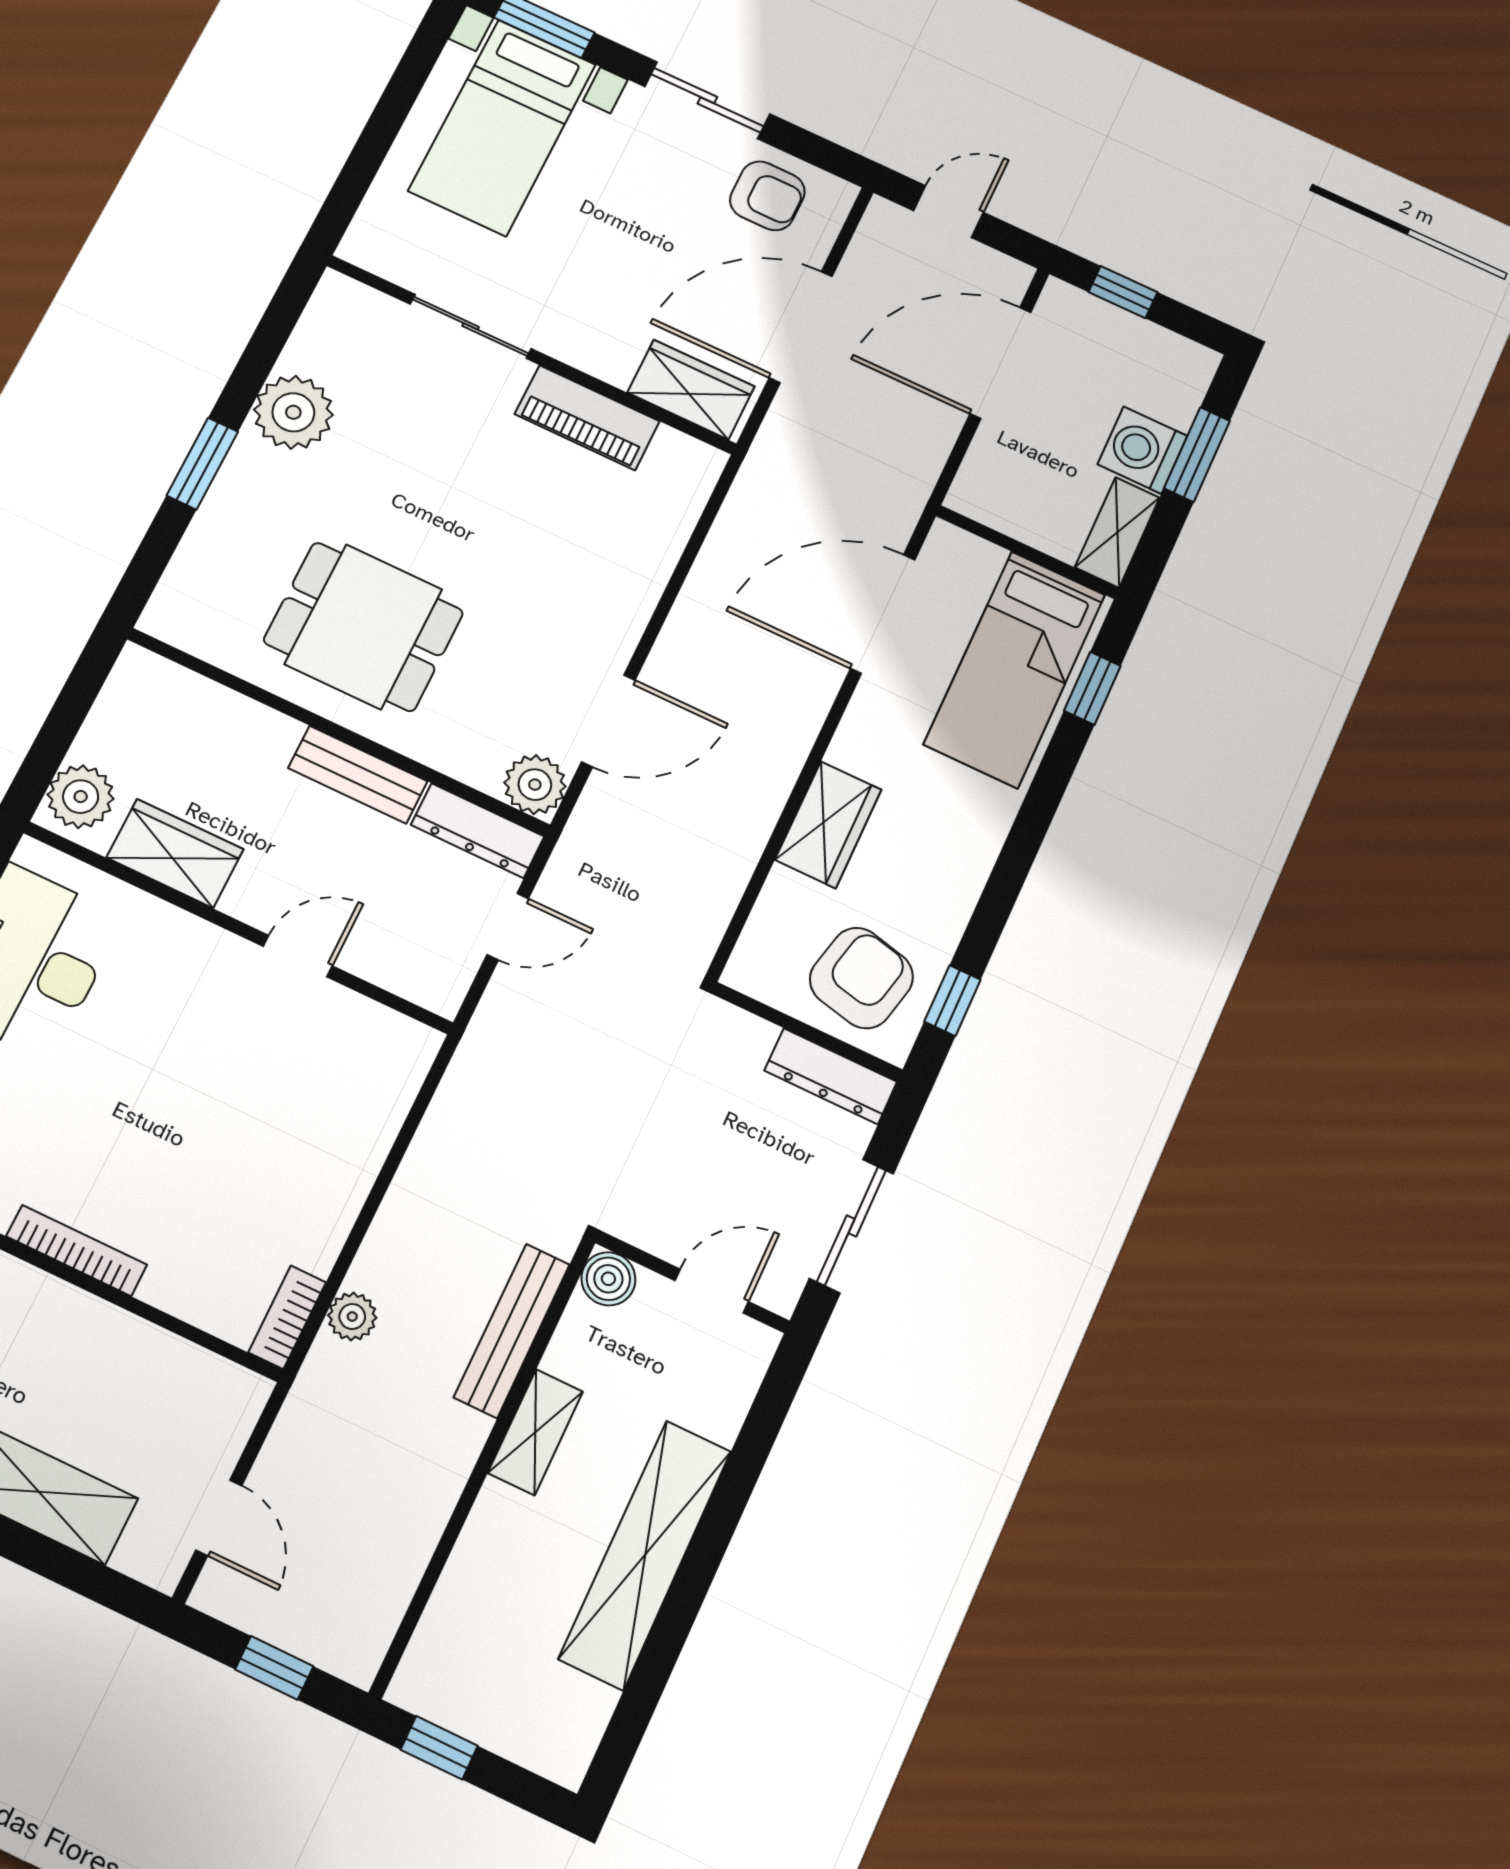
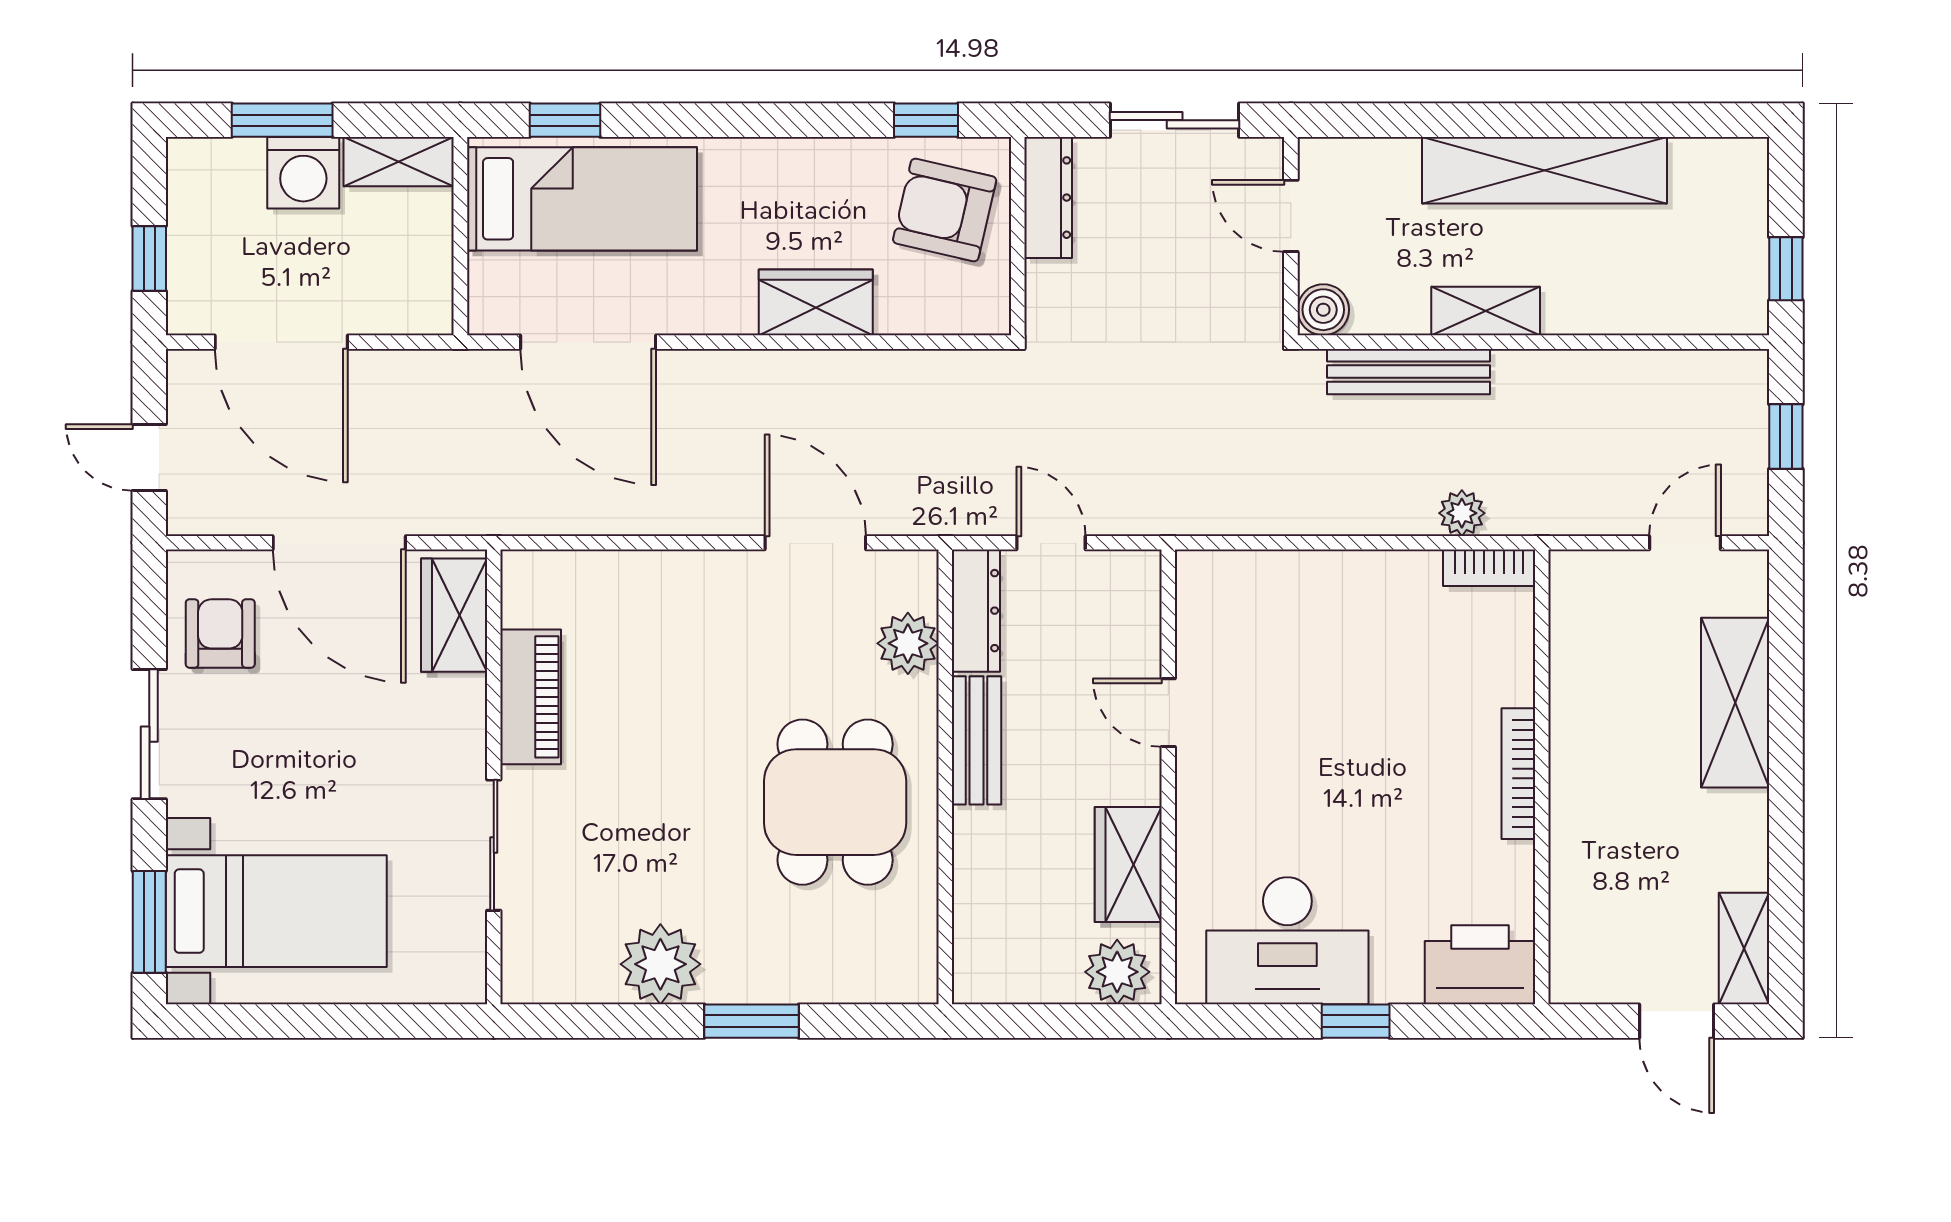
plant: (535, 785) -> (908, 643), moved

